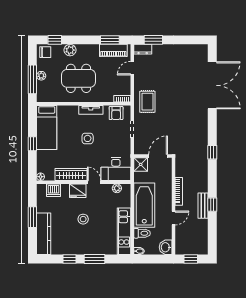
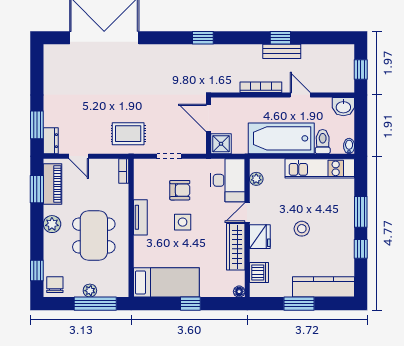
plant: (70, 50) -> (52, 224), moved
armchair: (116, 113) -> (180, 190), moved

